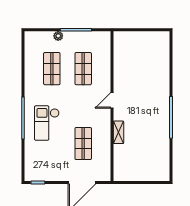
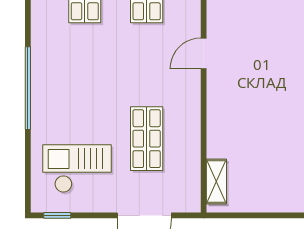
checkout: (47, 123) -> (77, 169), moved, turned 90
shelving: (119, 132) -> (216, 182), moved

